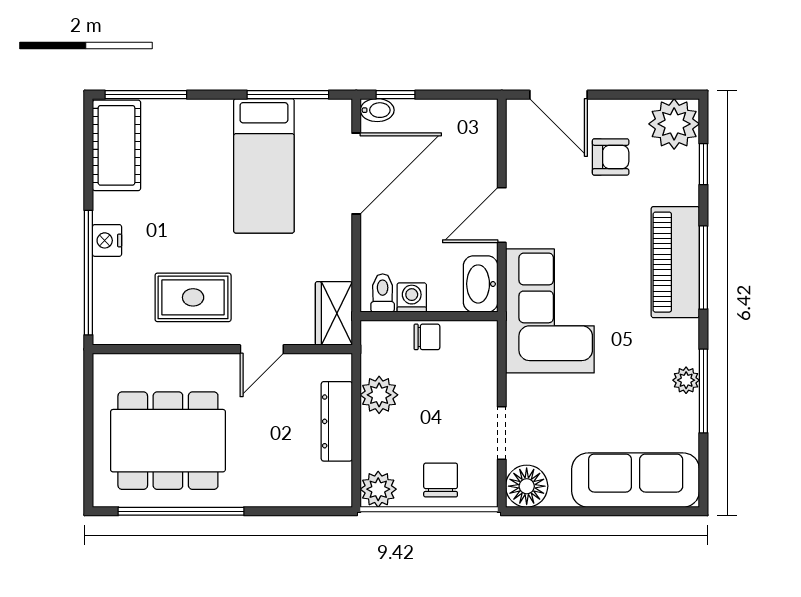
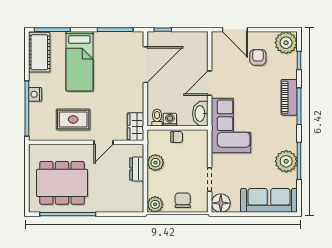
bidet: (377, 110) -> (155, 37), removed
armchair: (611, 157) -> (258, 57), turned -90
bed: (264, 166) -> (79, 61), moved
piano: (675, 262) -> (289, 97), width x0.73, depth x0.75
plant: (686, 380) -> (286, 161), width x1.87, depth x1.87
dresser: (337, 421) -> (137, 169), width x0.70

